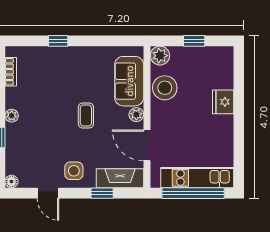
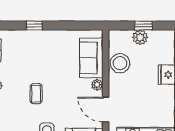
plant: (160, 56) -> (140, 37), moved
coffee table: (86, 116) -> (36, 94), moved

